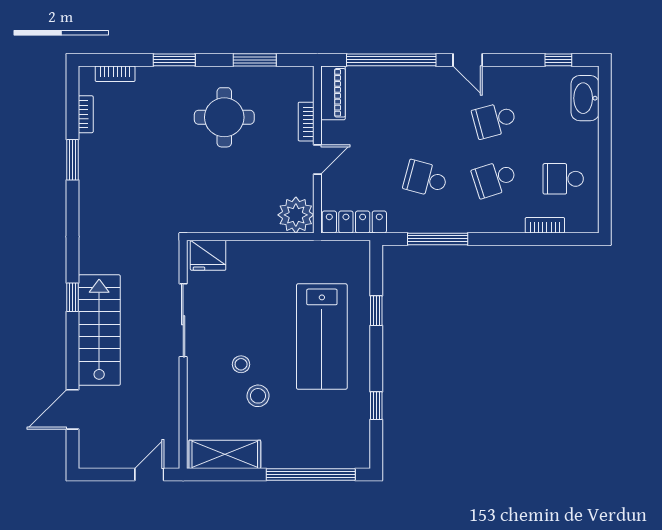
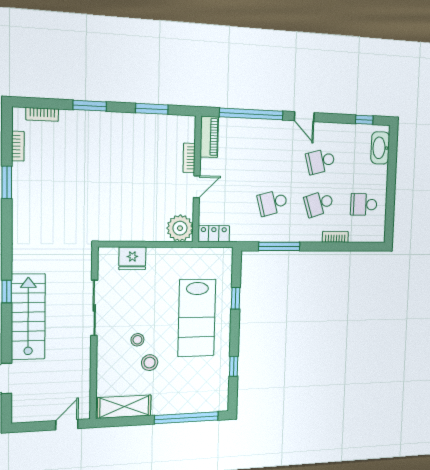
round table: (224, 117) -> (128, 152), removed
school desk: (426, 179) -> (273, 203), turned -30
locker: (354, 222) -> (214, 234), width x0.66
bookcase: (545, 225) -> (335, 237), moved
fridge: (208, 255) -> (132, 258), moved

